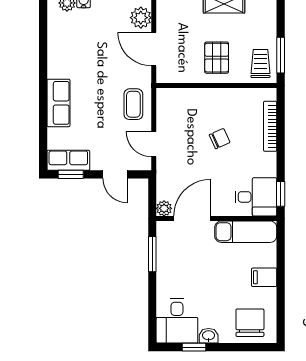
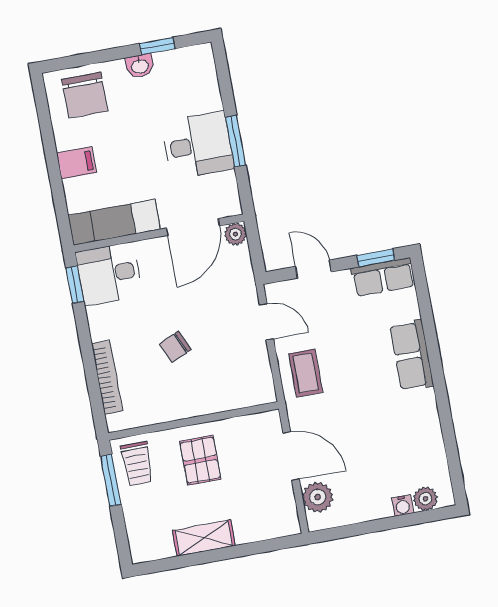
window: (152, 254) -> (236, 141), moved
desk: (177, 321) -> (198, 145), moved, turned 90

